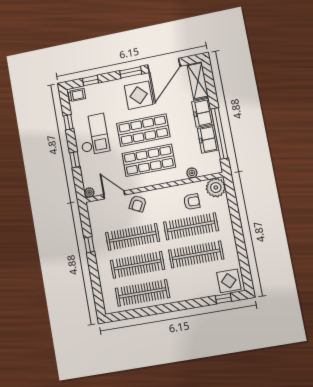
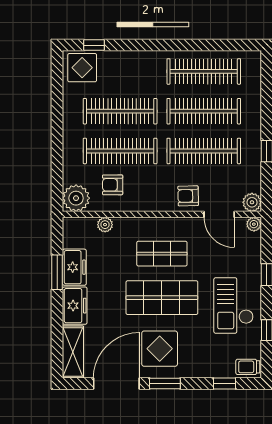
window: (219, 133) -> (57, 272), width x0.47
shop shelf: (149, 160) -> (162, 254), width x0.70, depth x0.74
armchair: (138, 204) -> (188, 196), turned -118
plant: (93, 207) -> (252, 202), added

